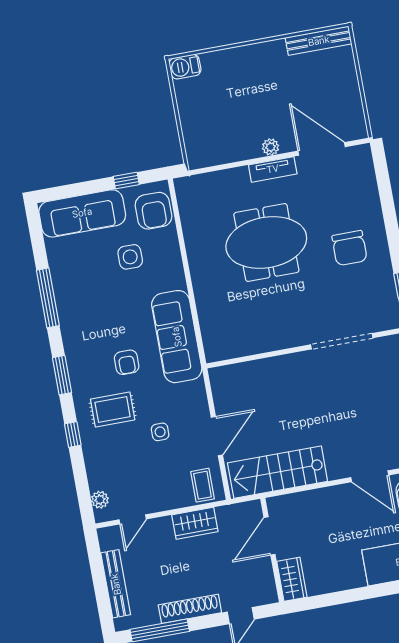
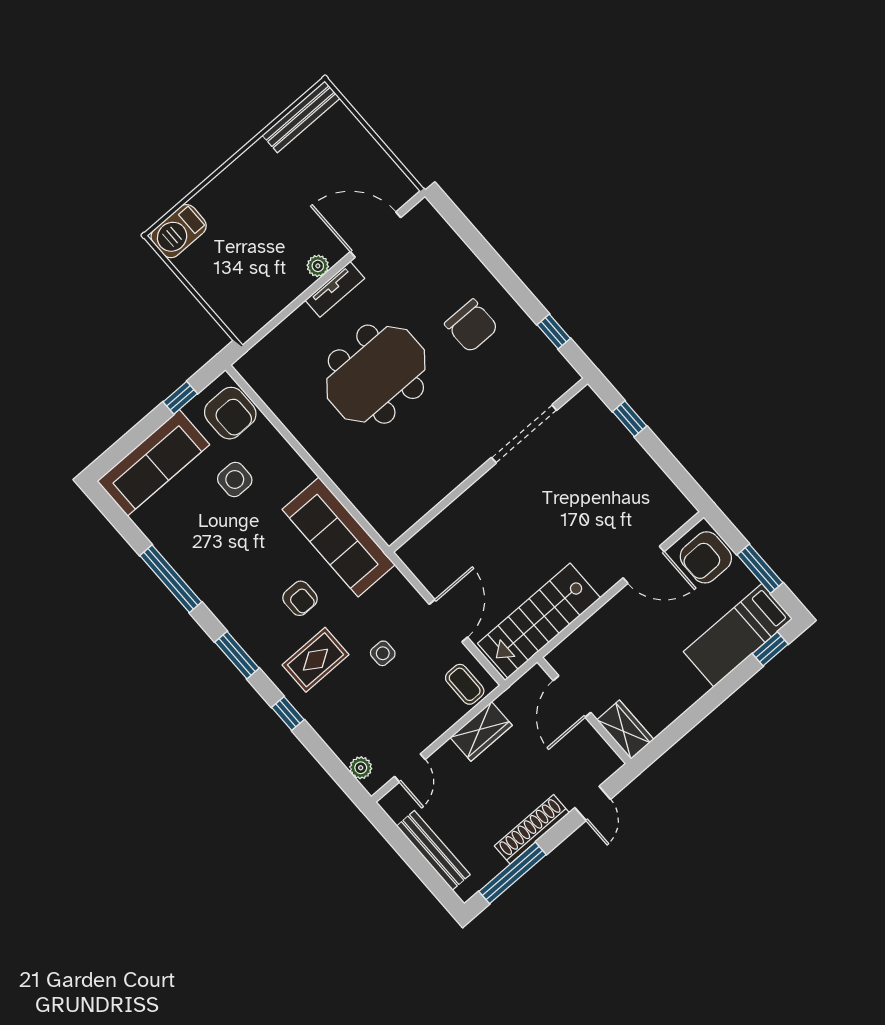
barbecue: (185, 67) -> (179, 231), width x1.38, depth x1.27

